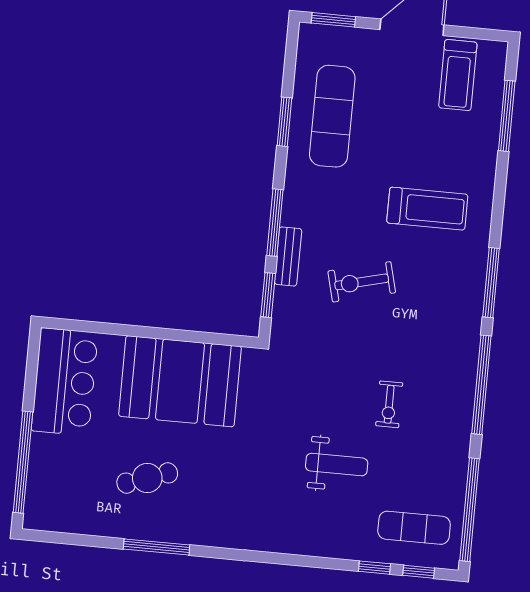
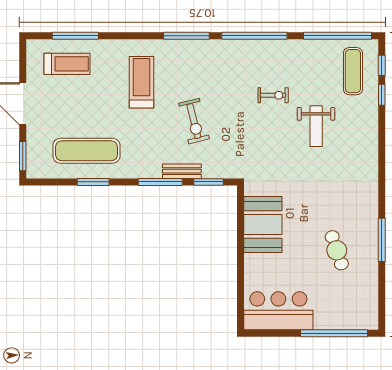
treadmill: (458, 75) -> (67, 64), moved
booth: (180, 381) -> (263, 225), width x0.73, depth x0.70
weight bench: (337, 465) -> (316, 126), turned 180

